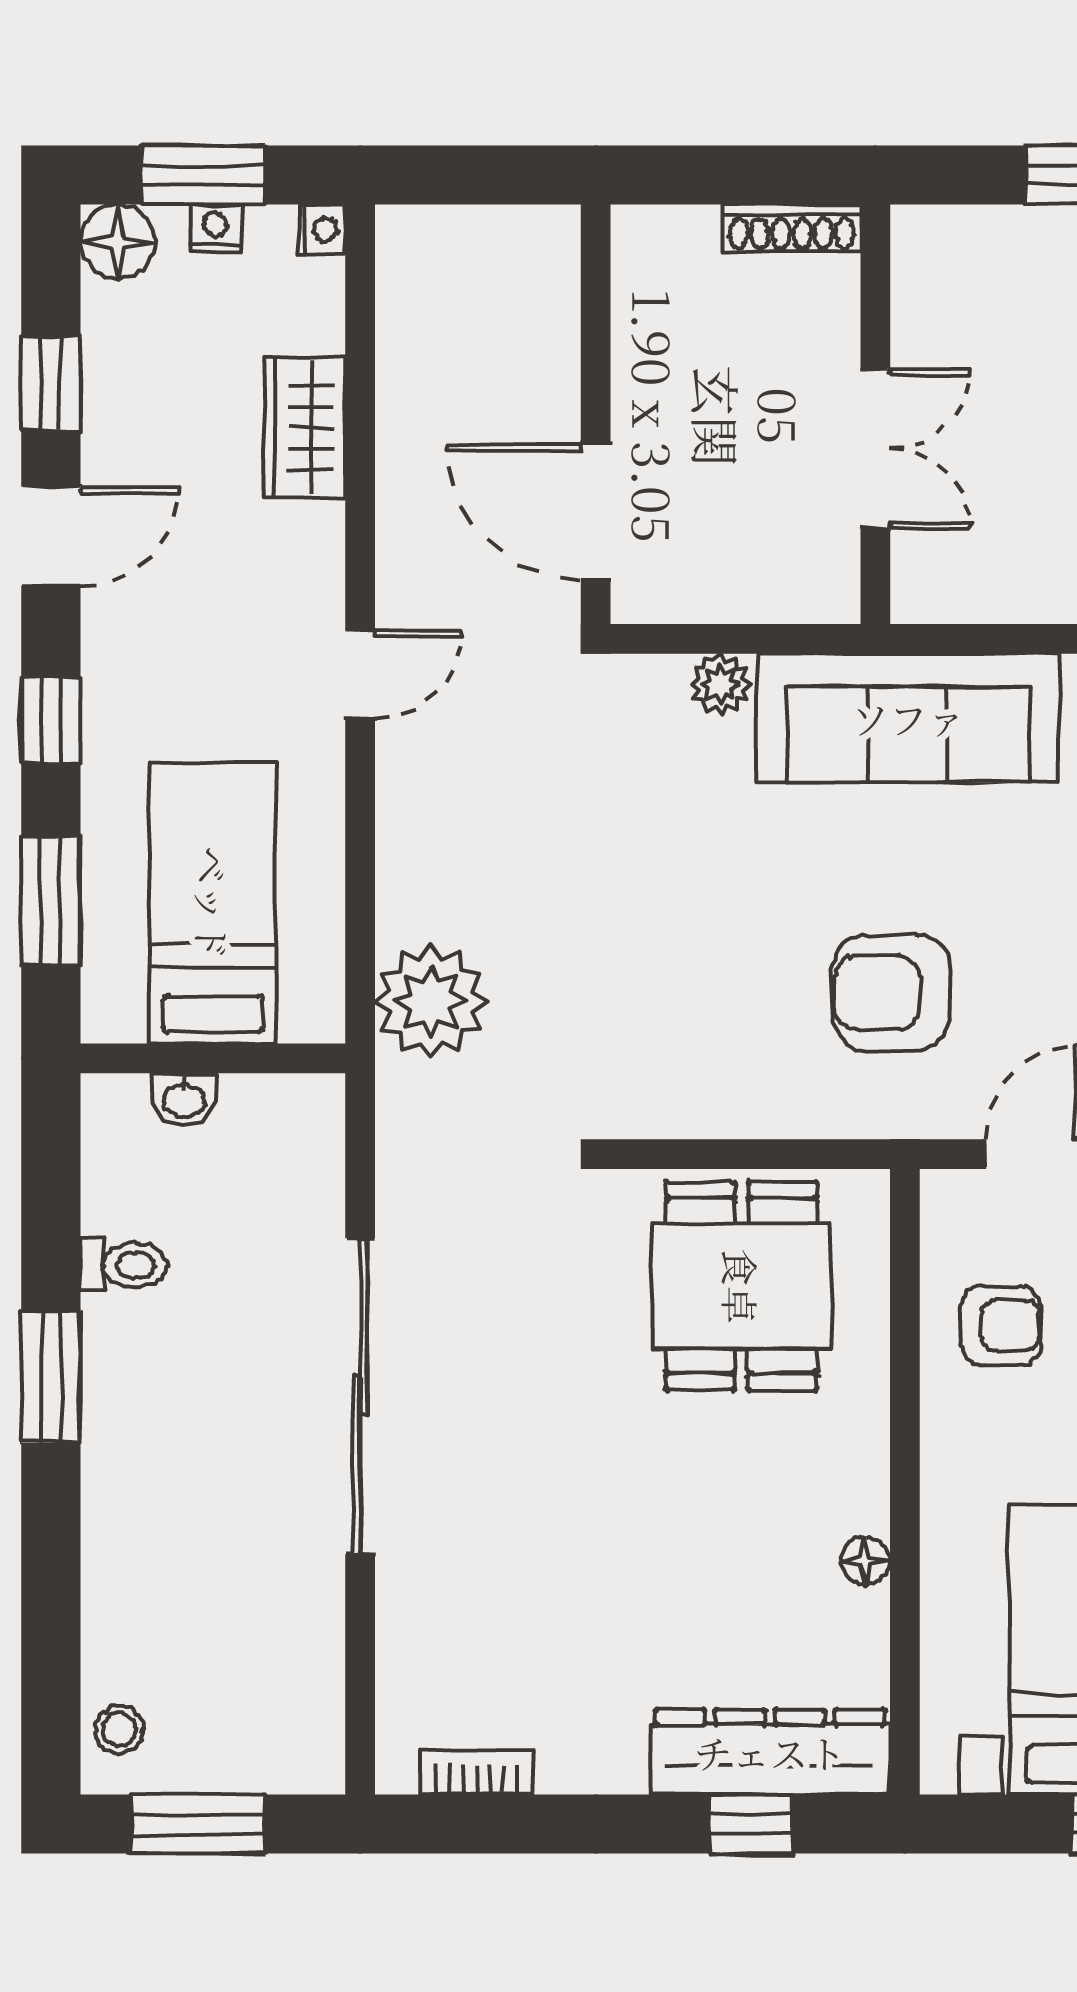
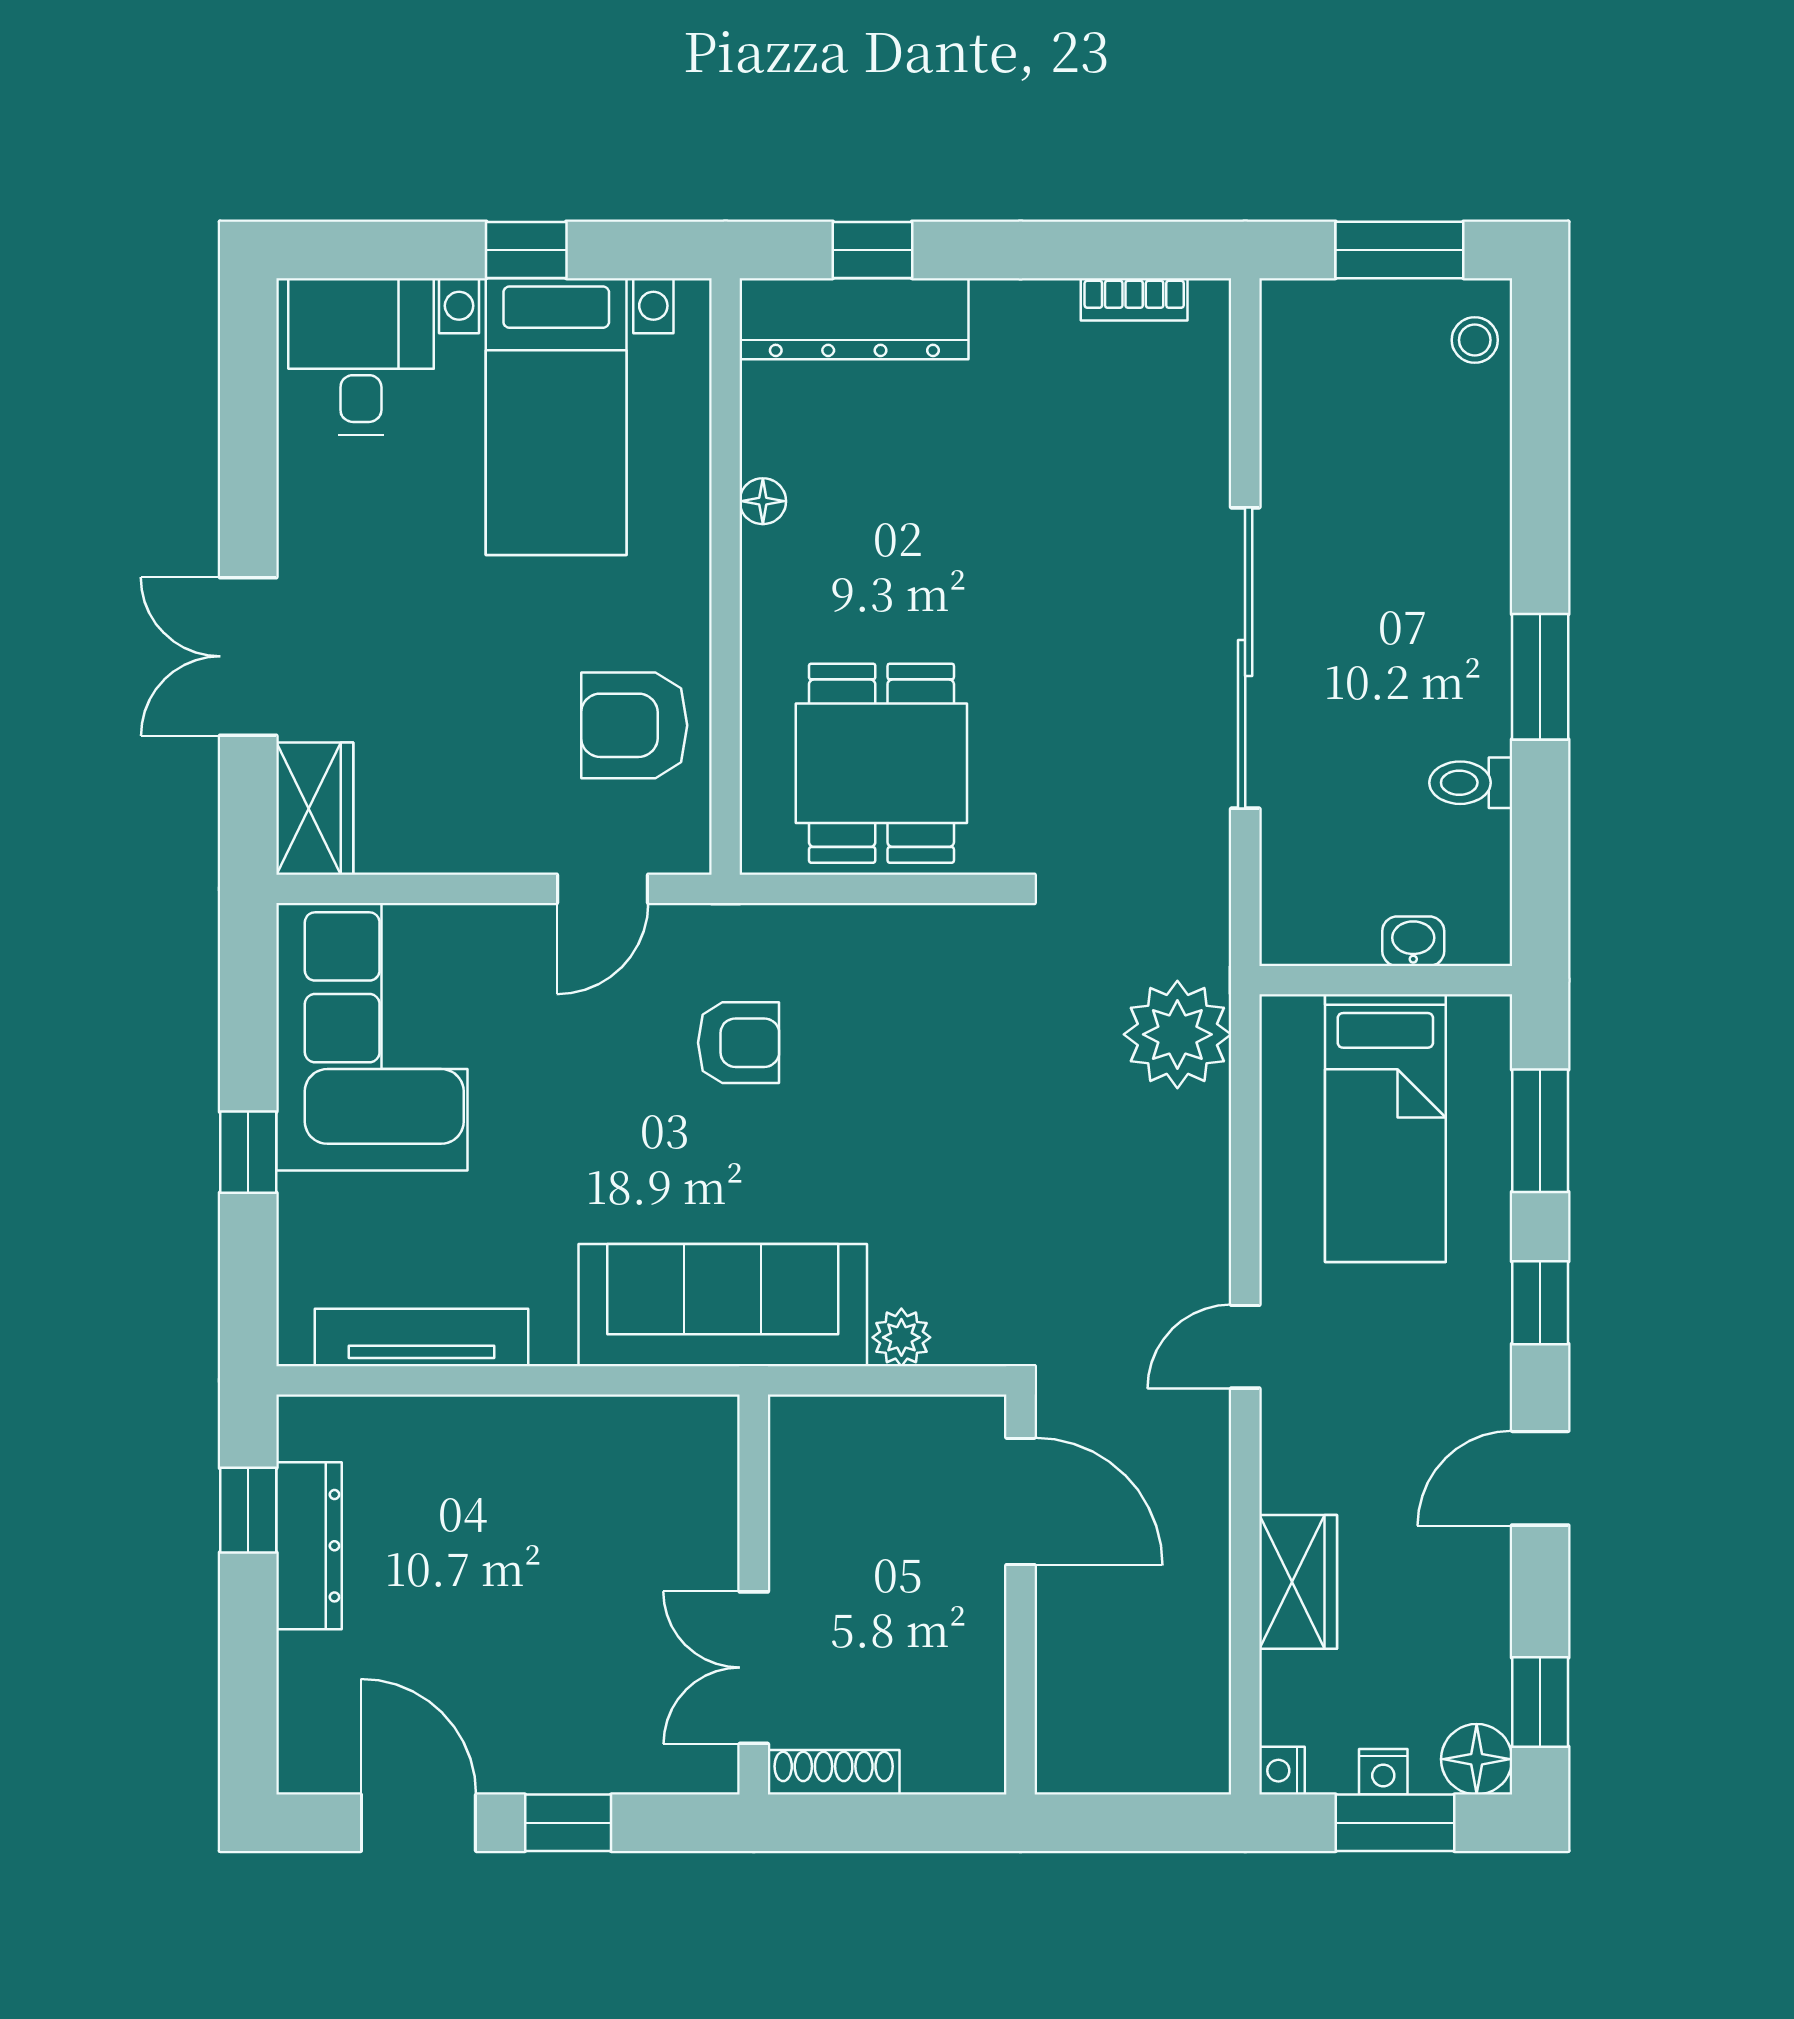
window: (51, 383) -> (1540, 1702), moved
double door: (875, 449) -> (754, 1668), moved
armchair: (891, 993) -> (739, 1043), width x0.72, depth x0.72
armchair: (1001, 1326) -> (634, 725), width x1.38, depth x1.38

